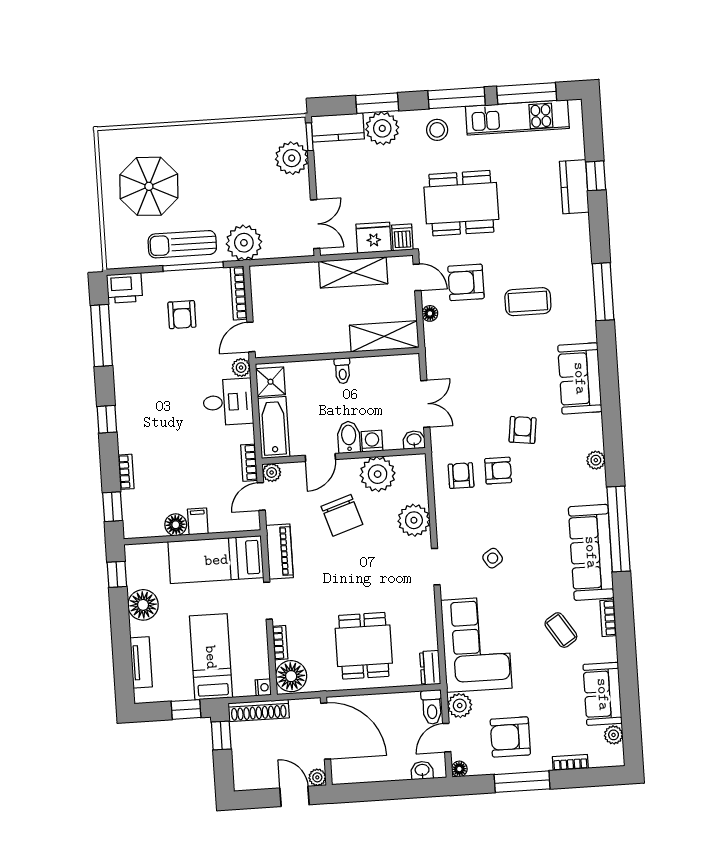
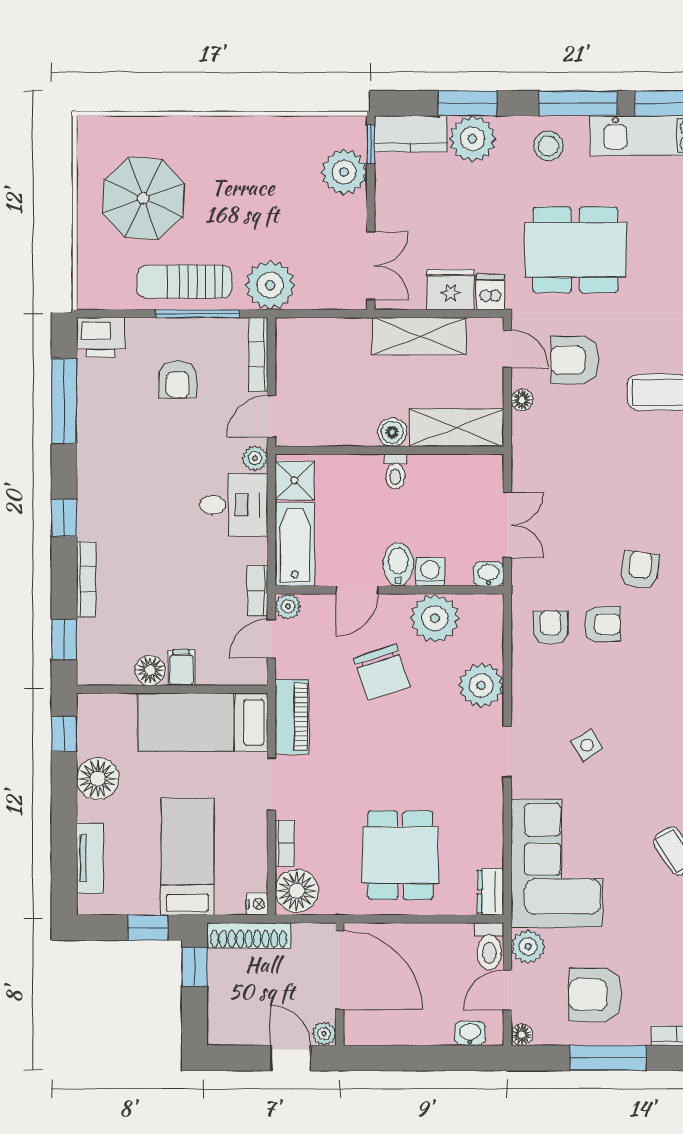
boiler: (338, 343) -> (392, 432), added
bookcase: (126, 472) -> (86, 579), width x1.56

